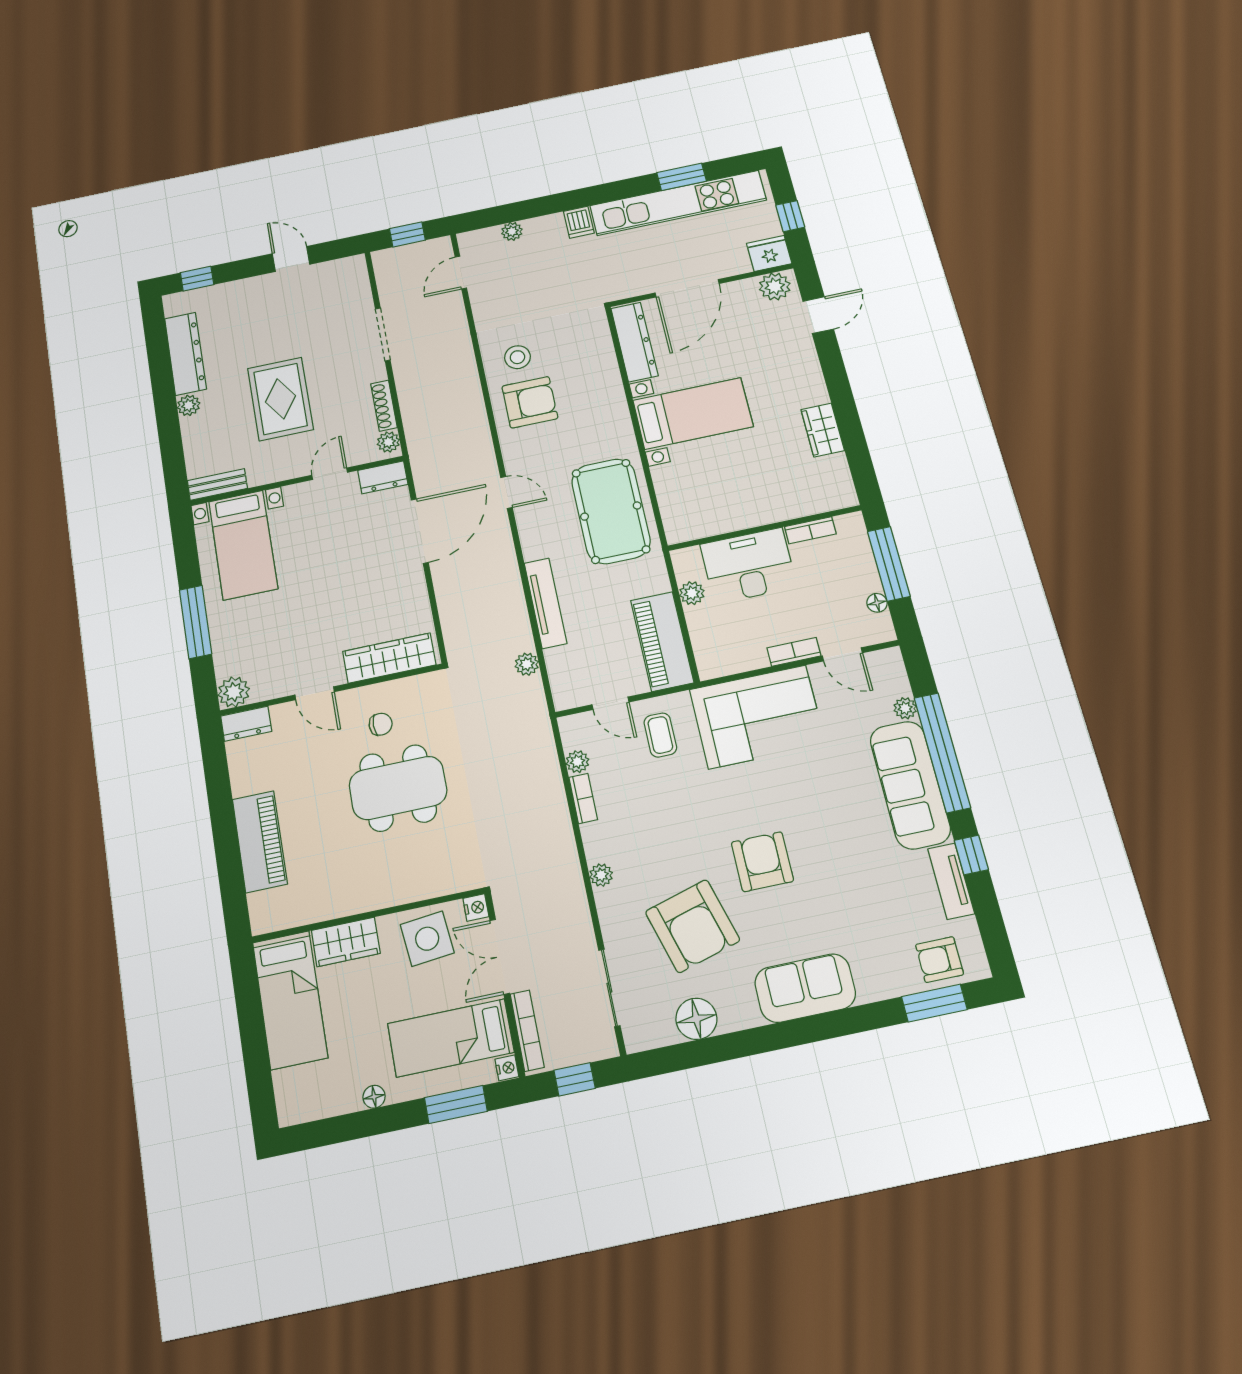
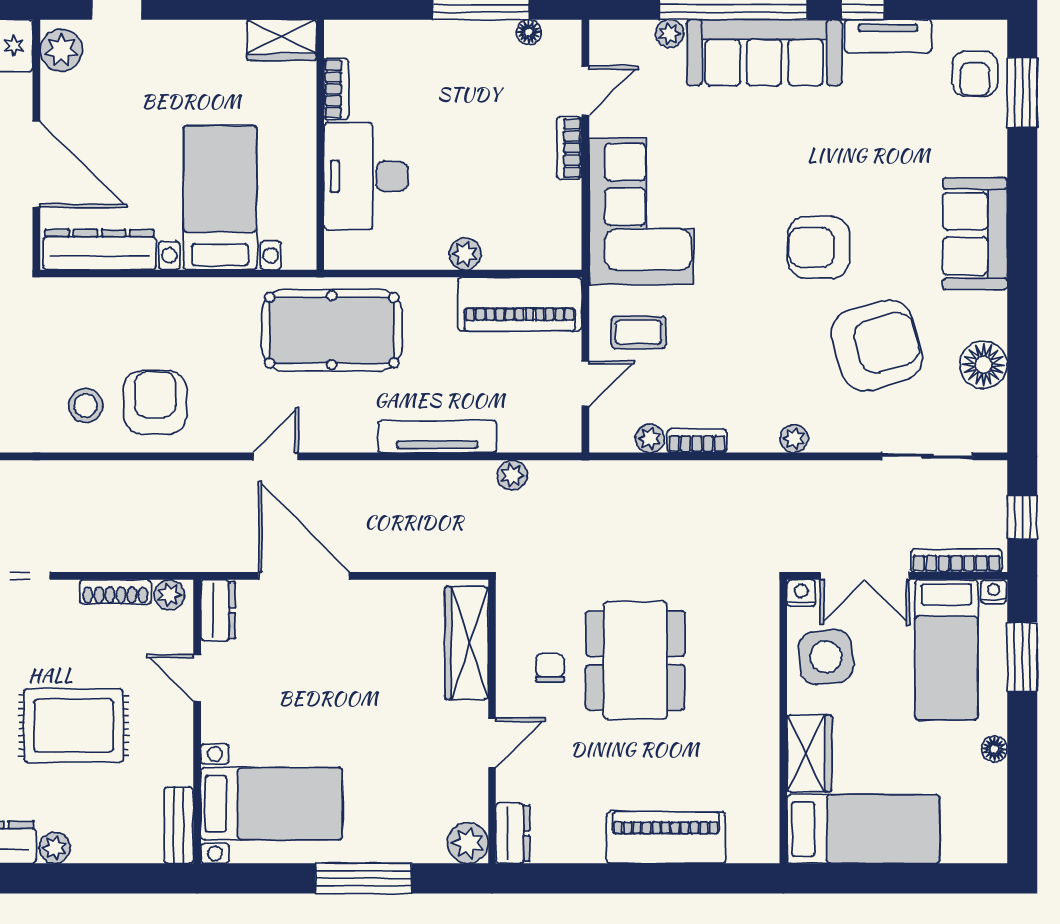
wall: (764, 528) -> (320, 145), moved
bookcase: (810, 530) -> (336, 89), moved
desk: (748, 566) -> (366, 176), moved

